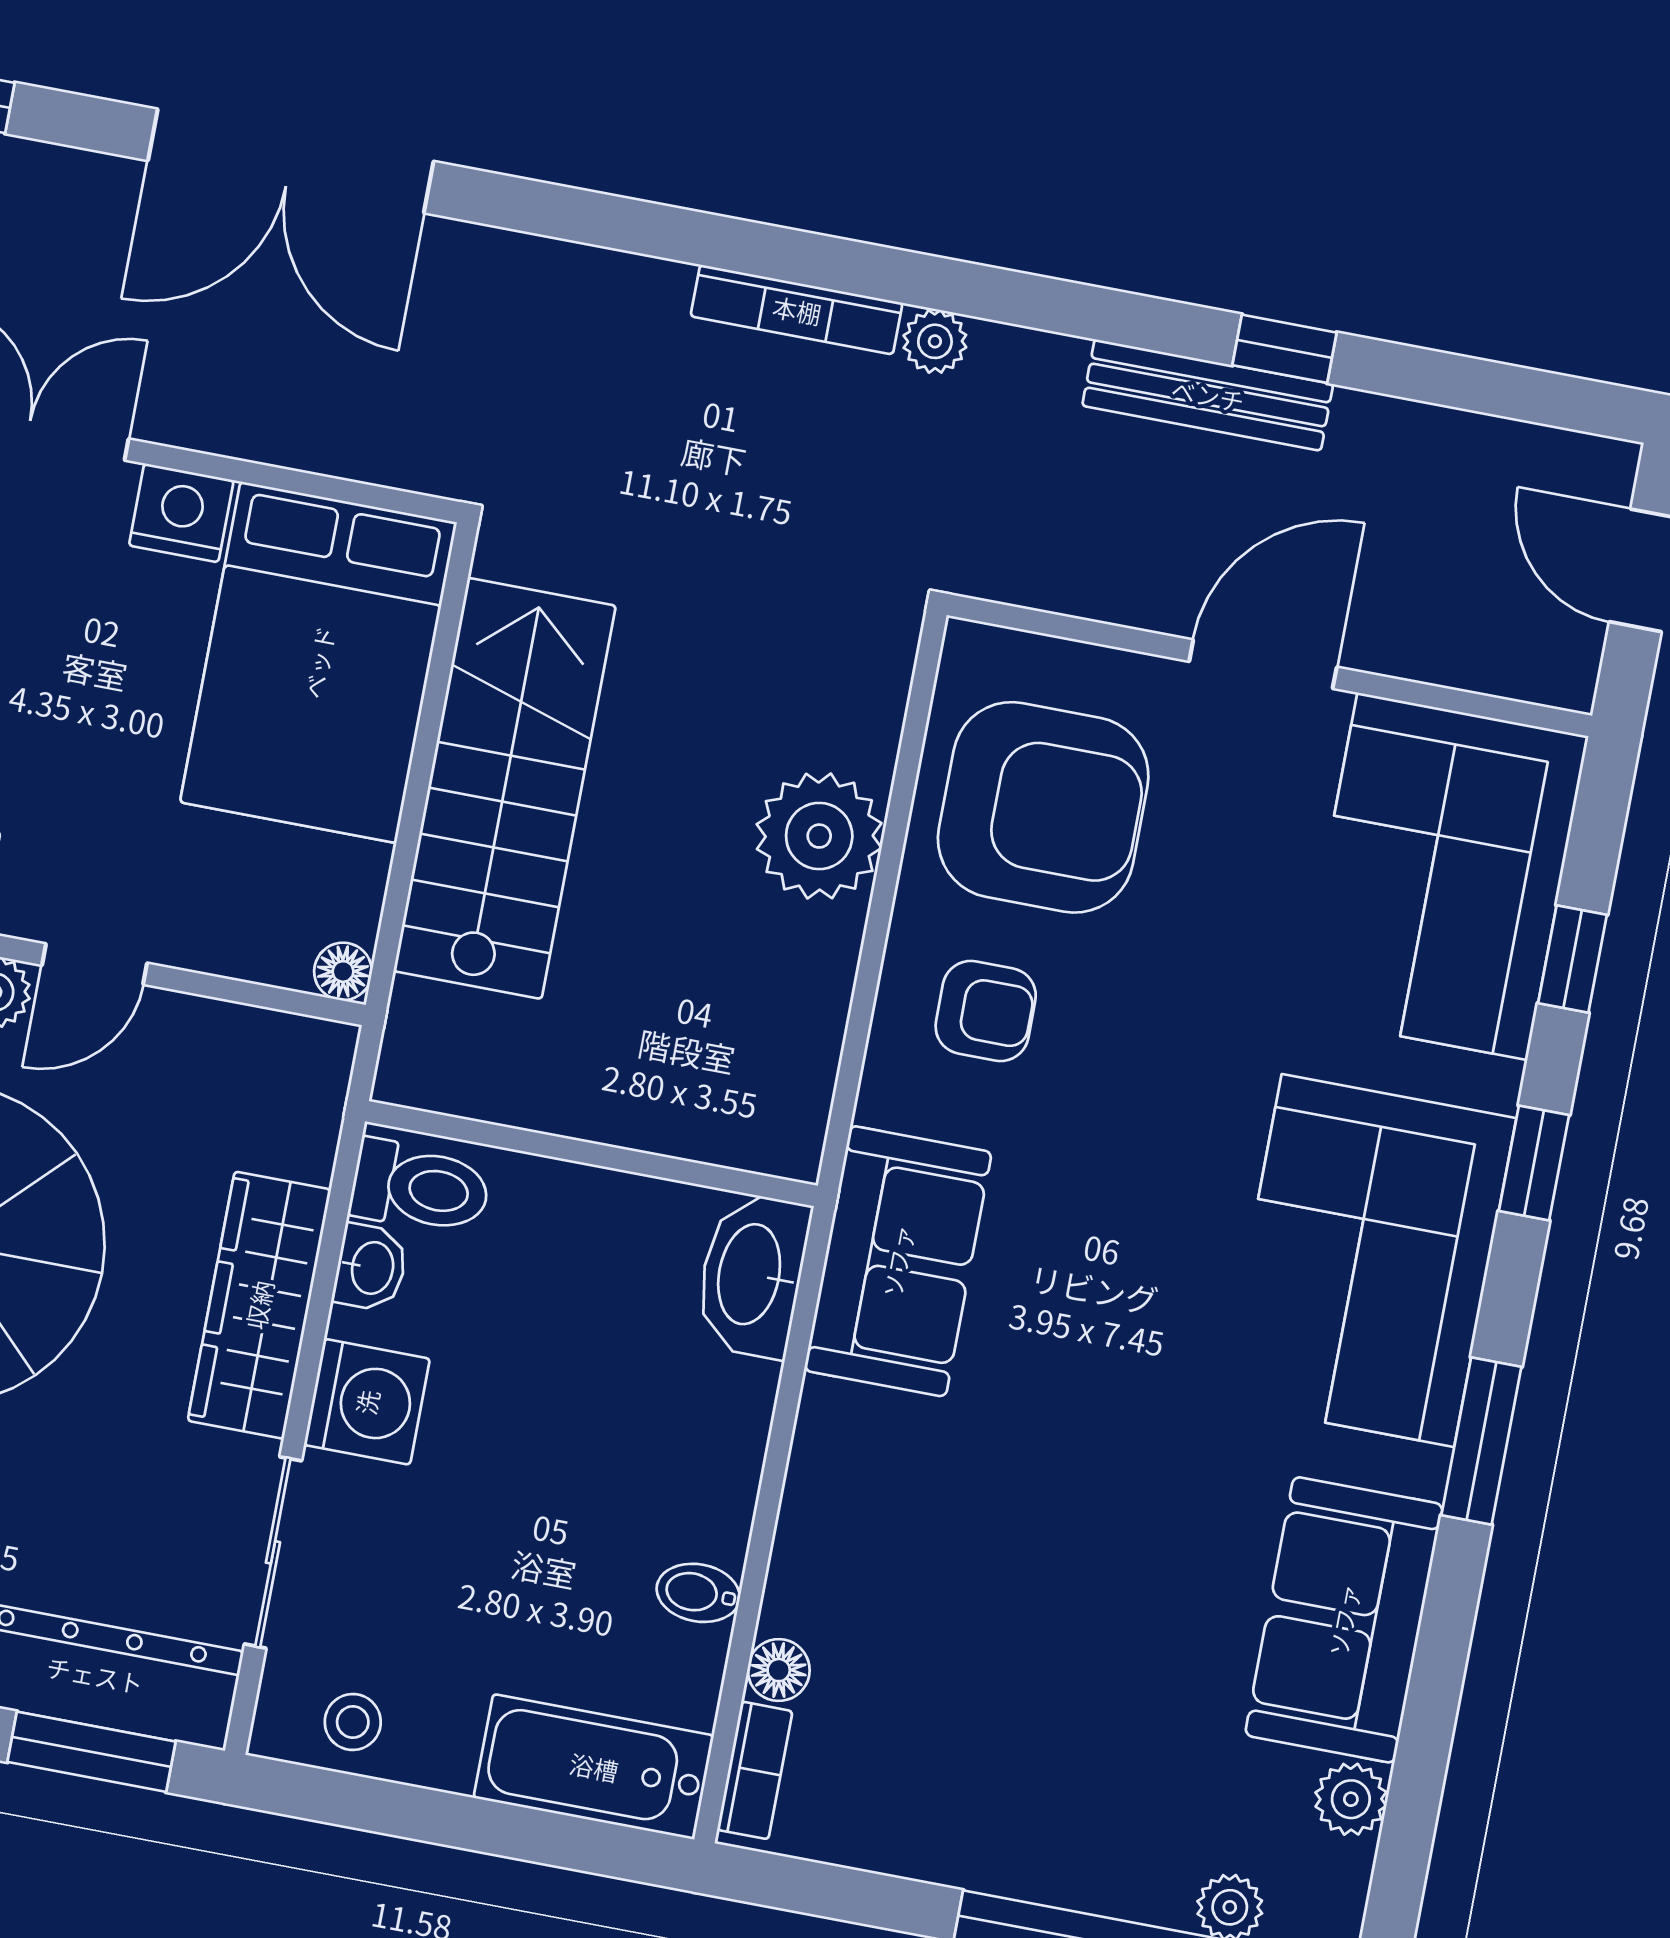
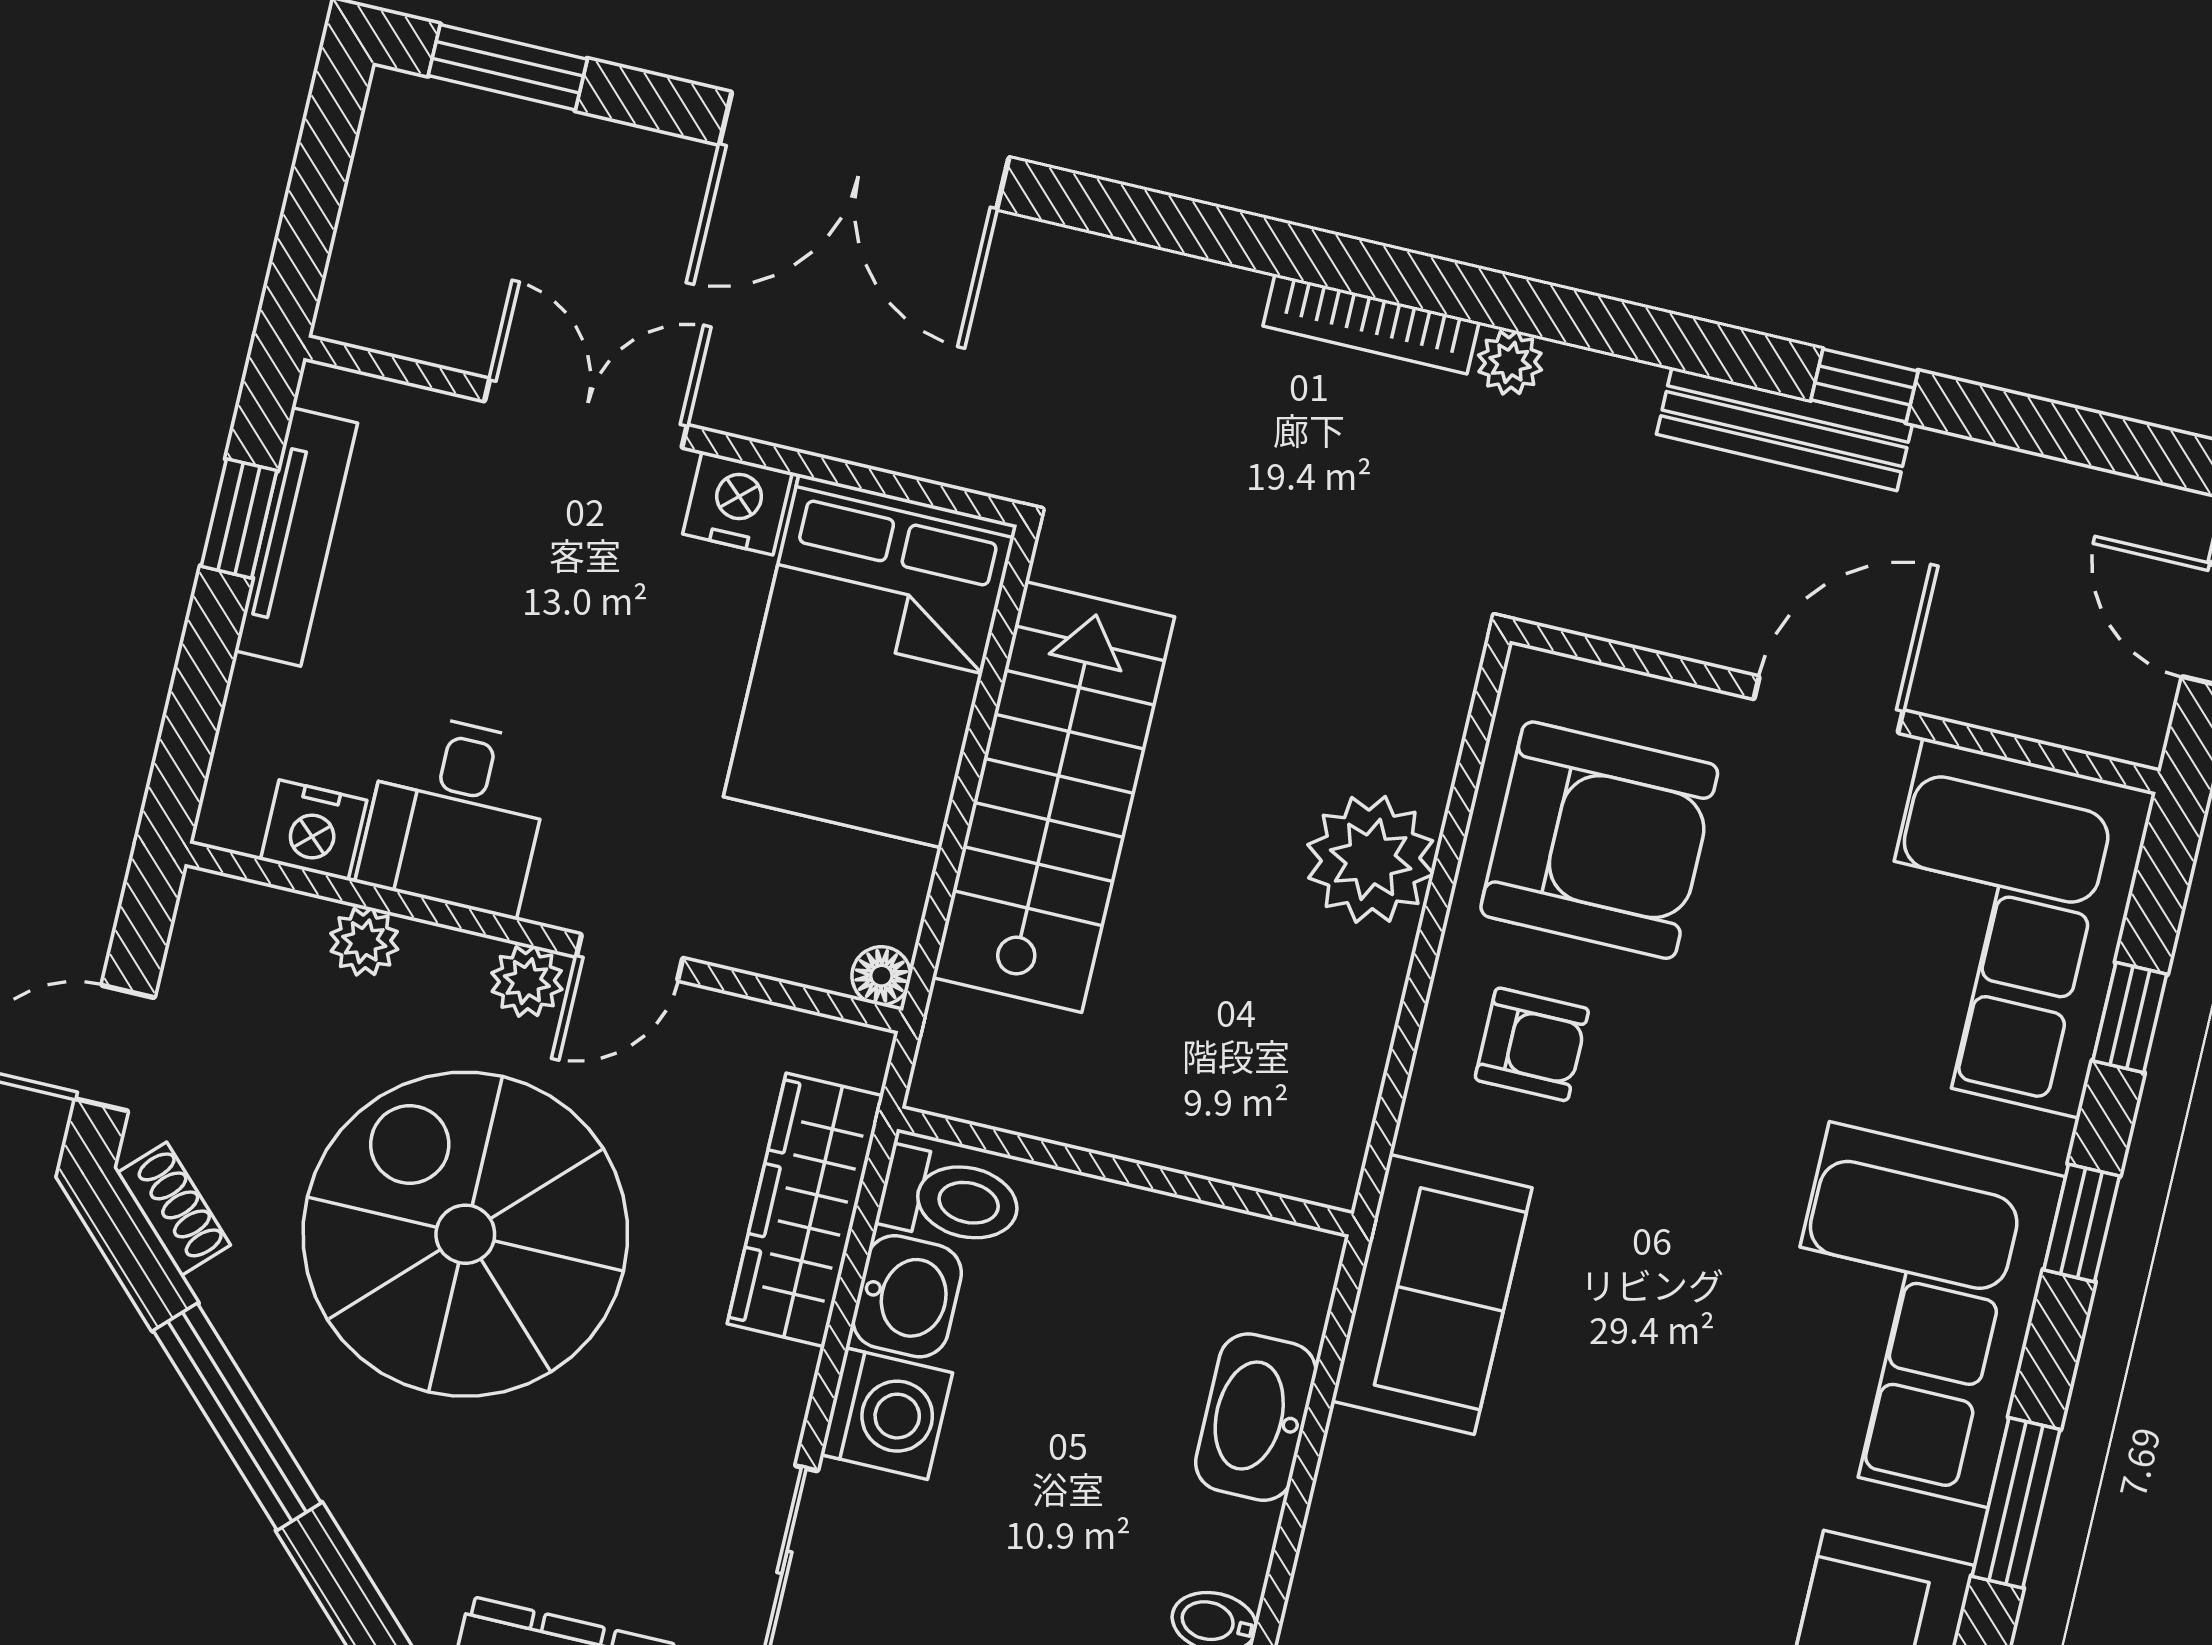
washbasin: (371, 1268) -> (907, 1296), width x1.38, depth x1.45
washbasin: (752, 1275) -> (1256, 1417), moved
wardrobe: (259, 1305) -> (805, 1210), moved

